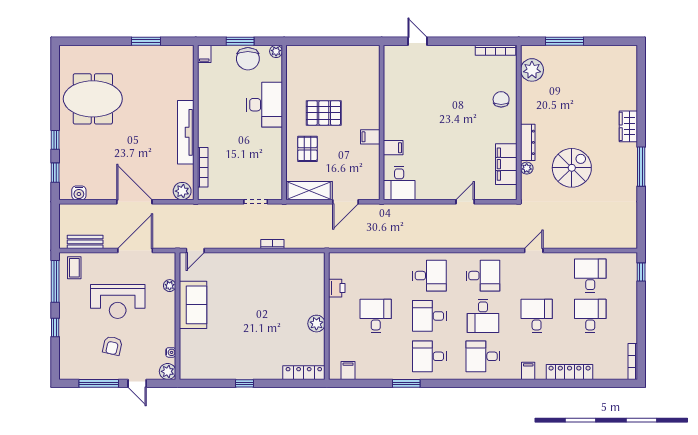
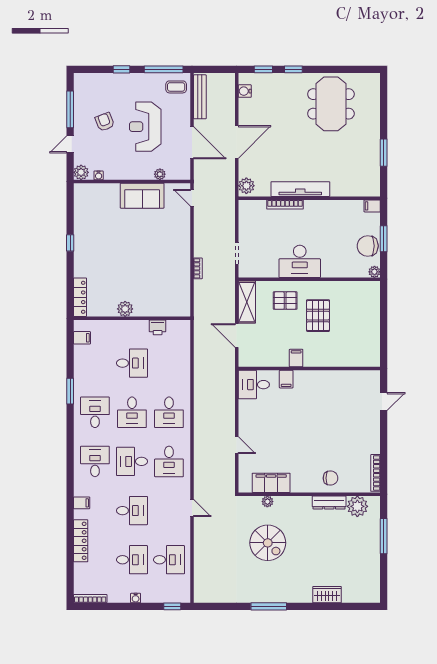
desk: (265, 105) -> (300, 261), moved
wardrobe: (628, 126) -> (327, 595), moved
dresser: (528, 142) -> (329, 502), moved
bookcase: (203, 167) -> (285, 205), moved
bench: (85, 242) -> (200, 97), width x1.36
water cooler: (632, 312) -> (136, 598), added
desk: (429, 316) -> (132, 412), turned 180
armchair: (112, 346) -> (105, 122), turned 56

